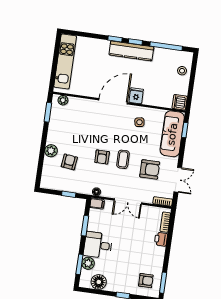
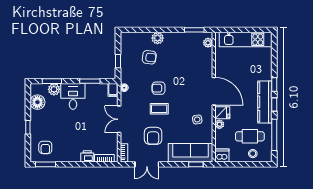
cafe table: (164, 71) -> (250, 136), added
plant: (148, 100) -> (219, 124), added

